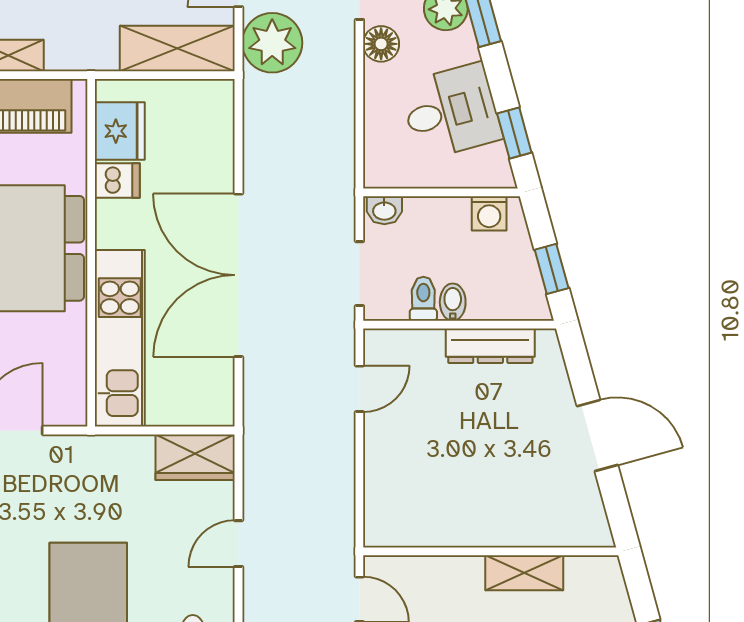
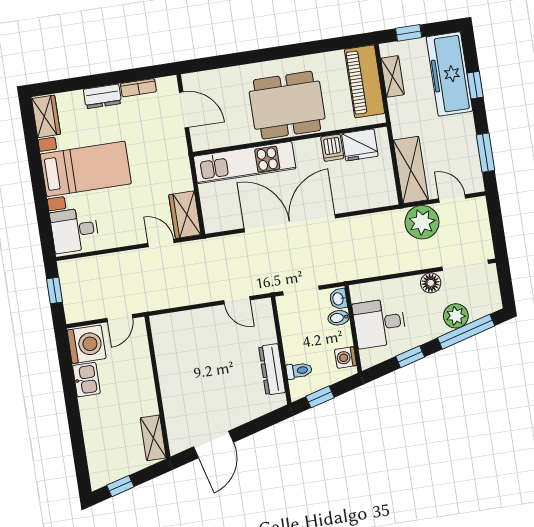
desk: (451, 111) -> (379, 323), moved, turned 105
window: (514, 133) -> (410, 357), moved
toilet: (423, 299) -> (299, 371), moved
bidet: (453, 302) -> (339, 318), moved, turned 180
door: (597, 435) -> (213, 445), moved
door: (239, 544) -> (161, 243), moved
shelving: (524, 573) -> (153, 438), moved

